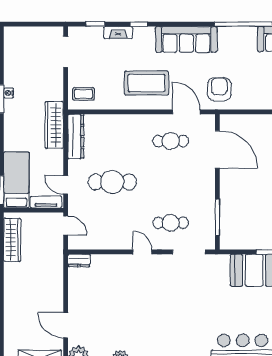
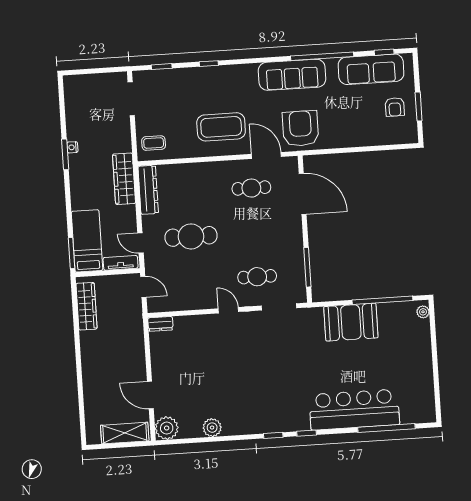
fireplace: (118, 33) -> (187, 74), removed
sofa: (186, 39) -> (292, 75), moved
armchair: (219, 89) -> (300, 128), width x1.36, depth x1.36

